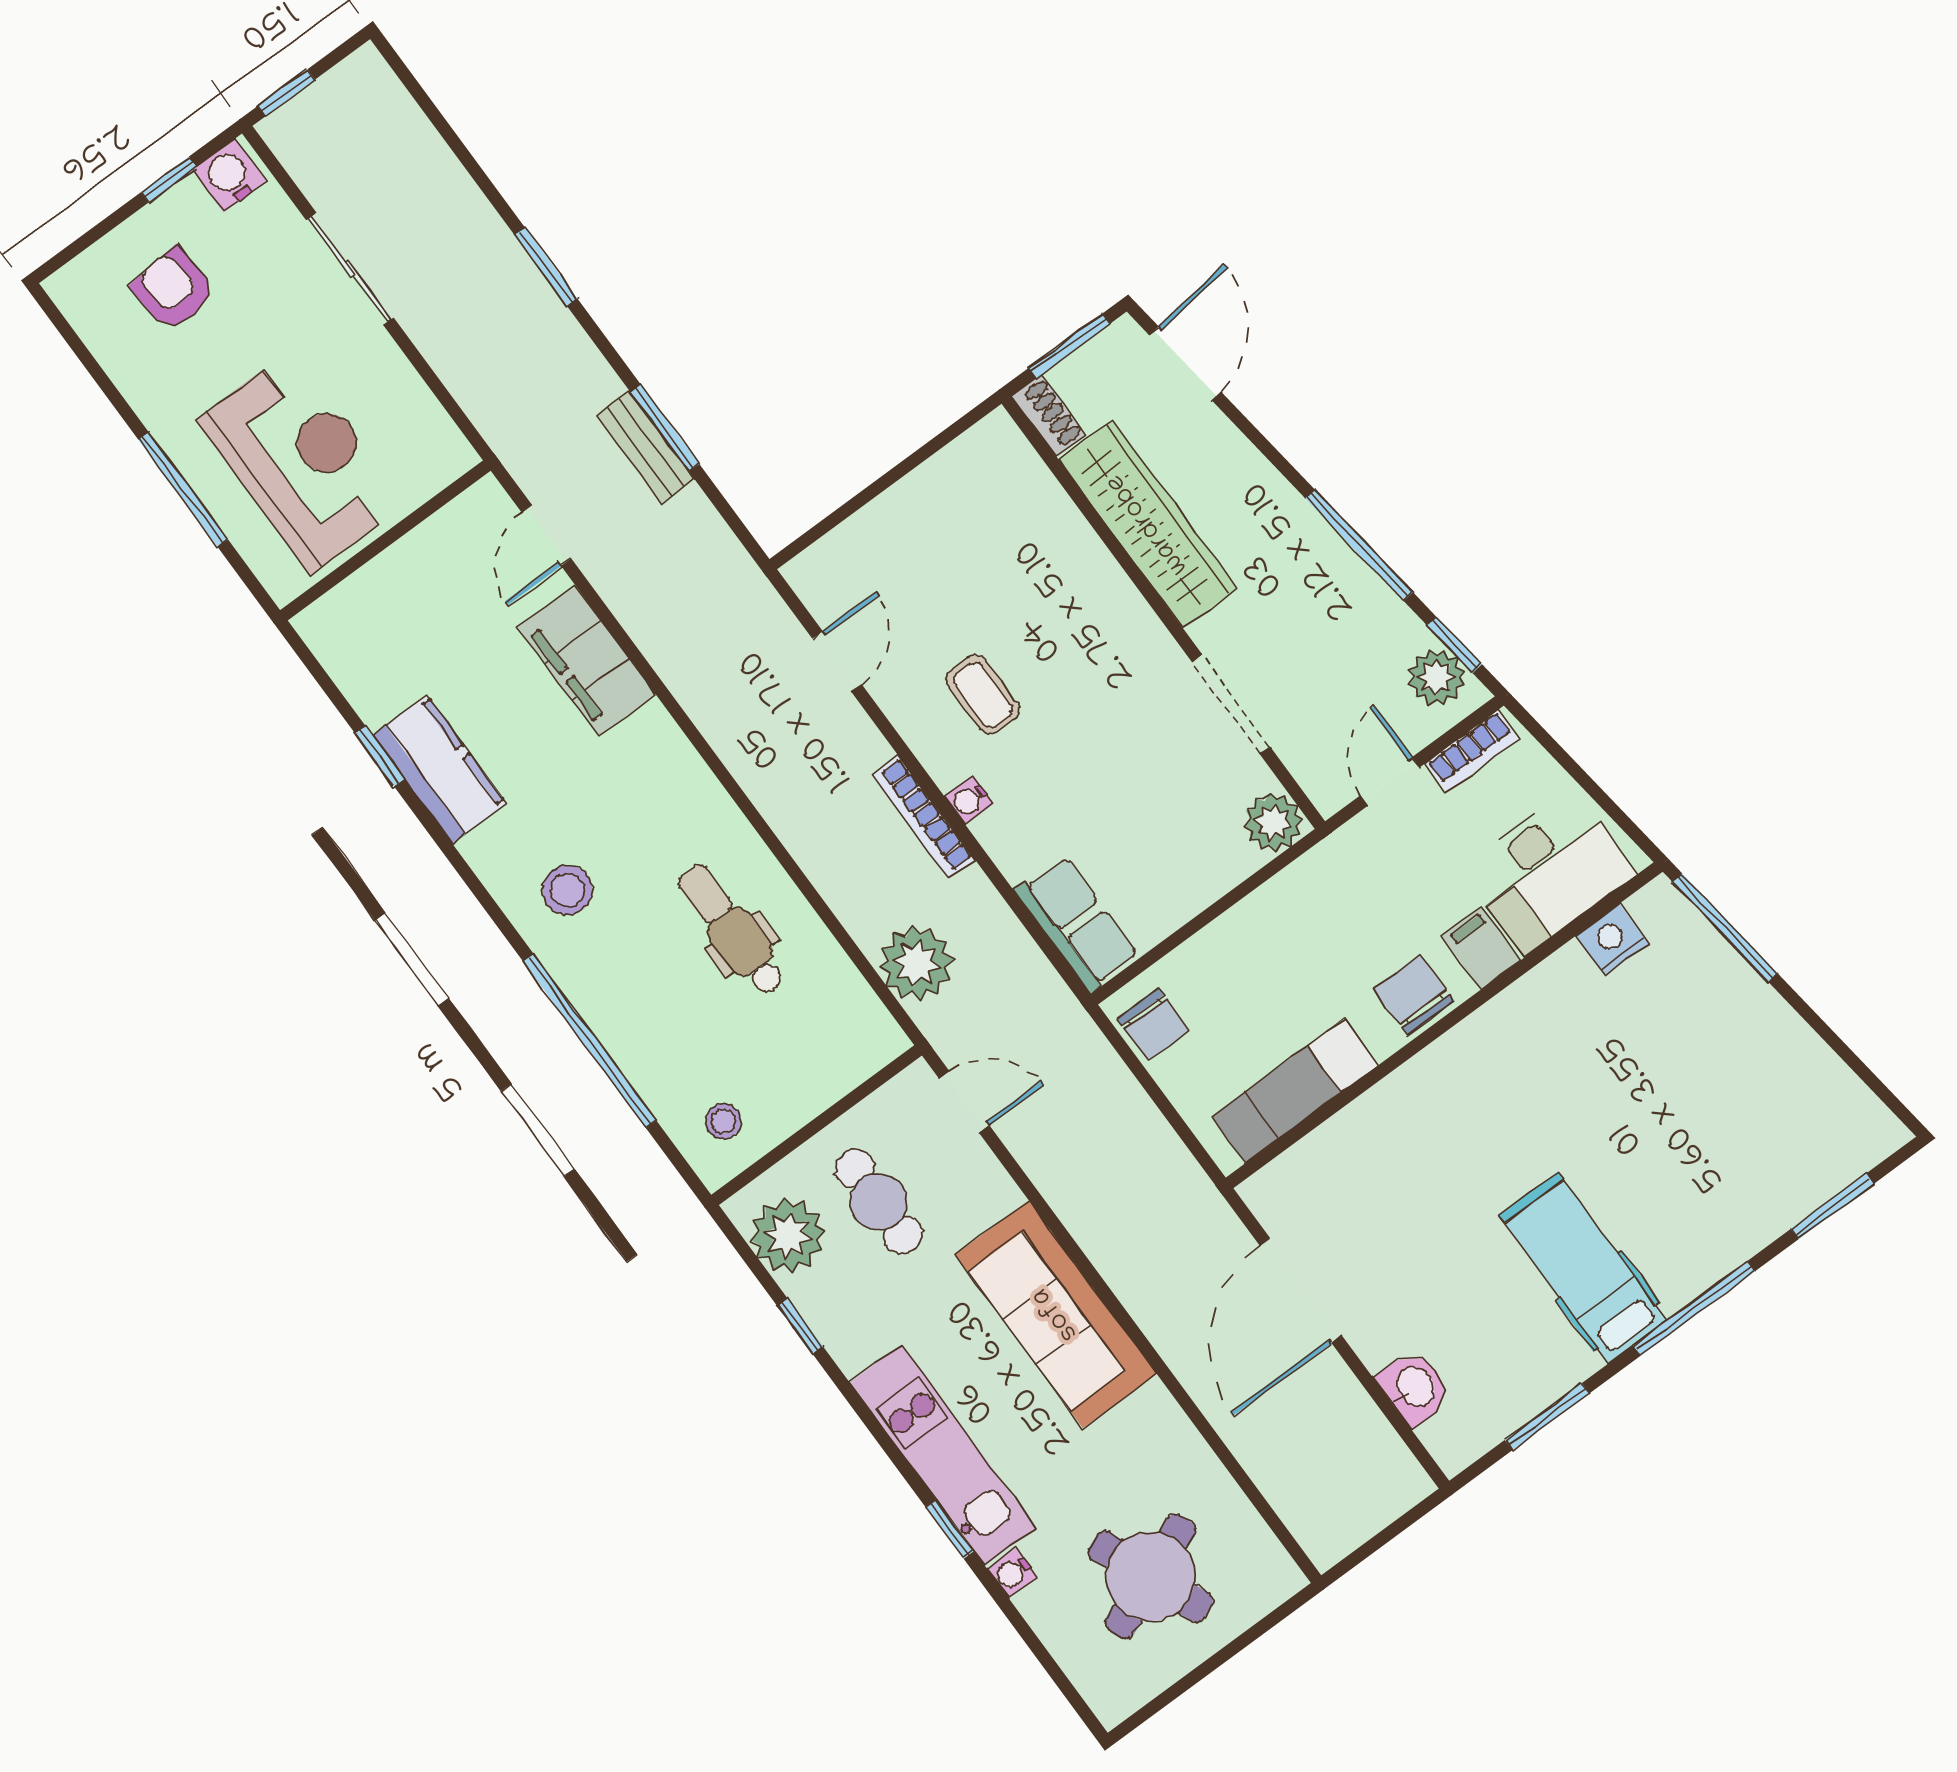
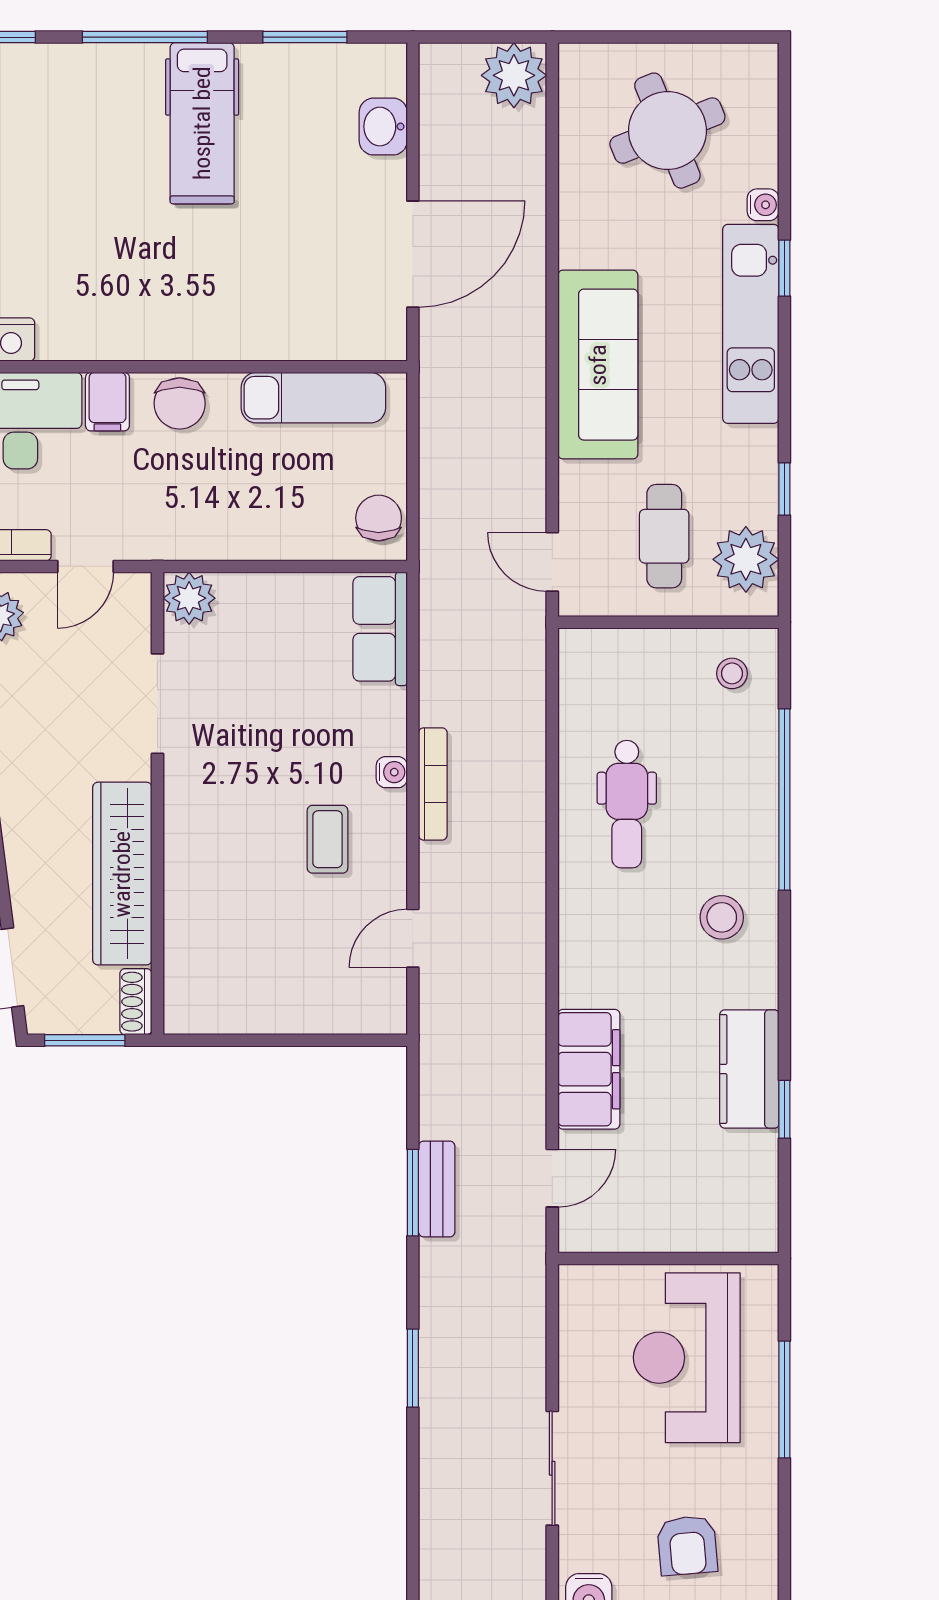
plant: (916, 964) -> (514, 75), moved

